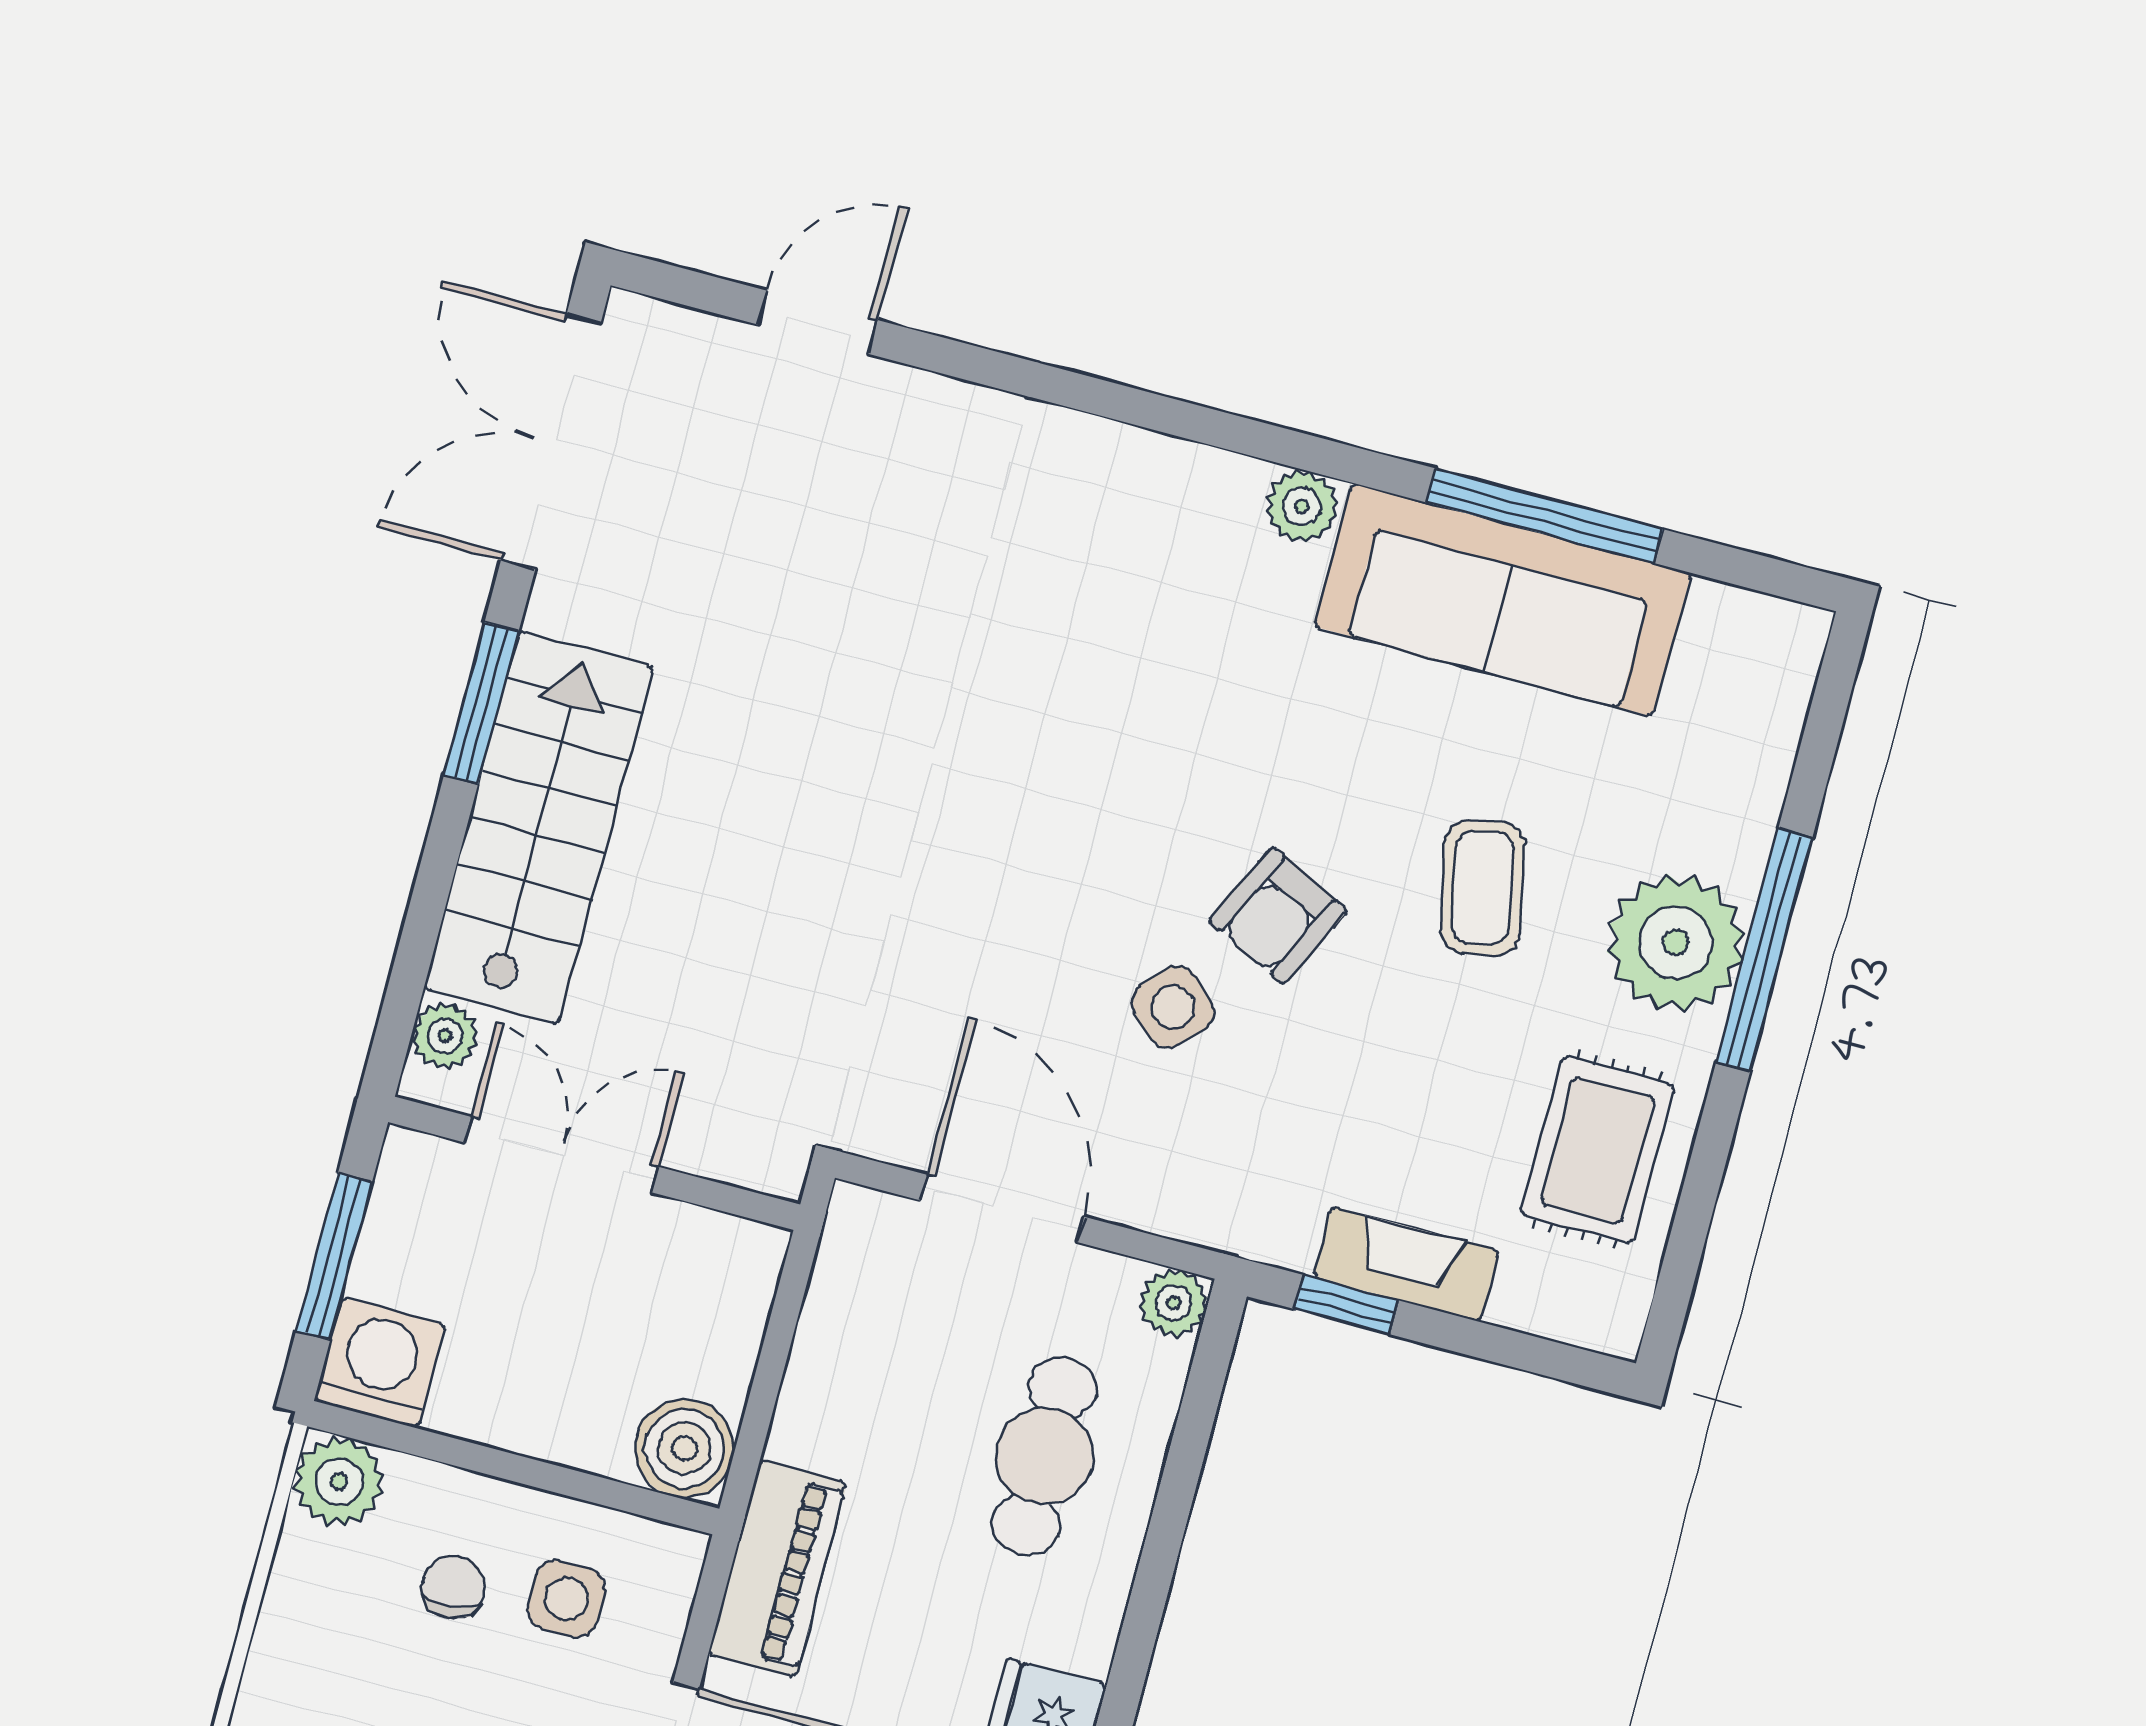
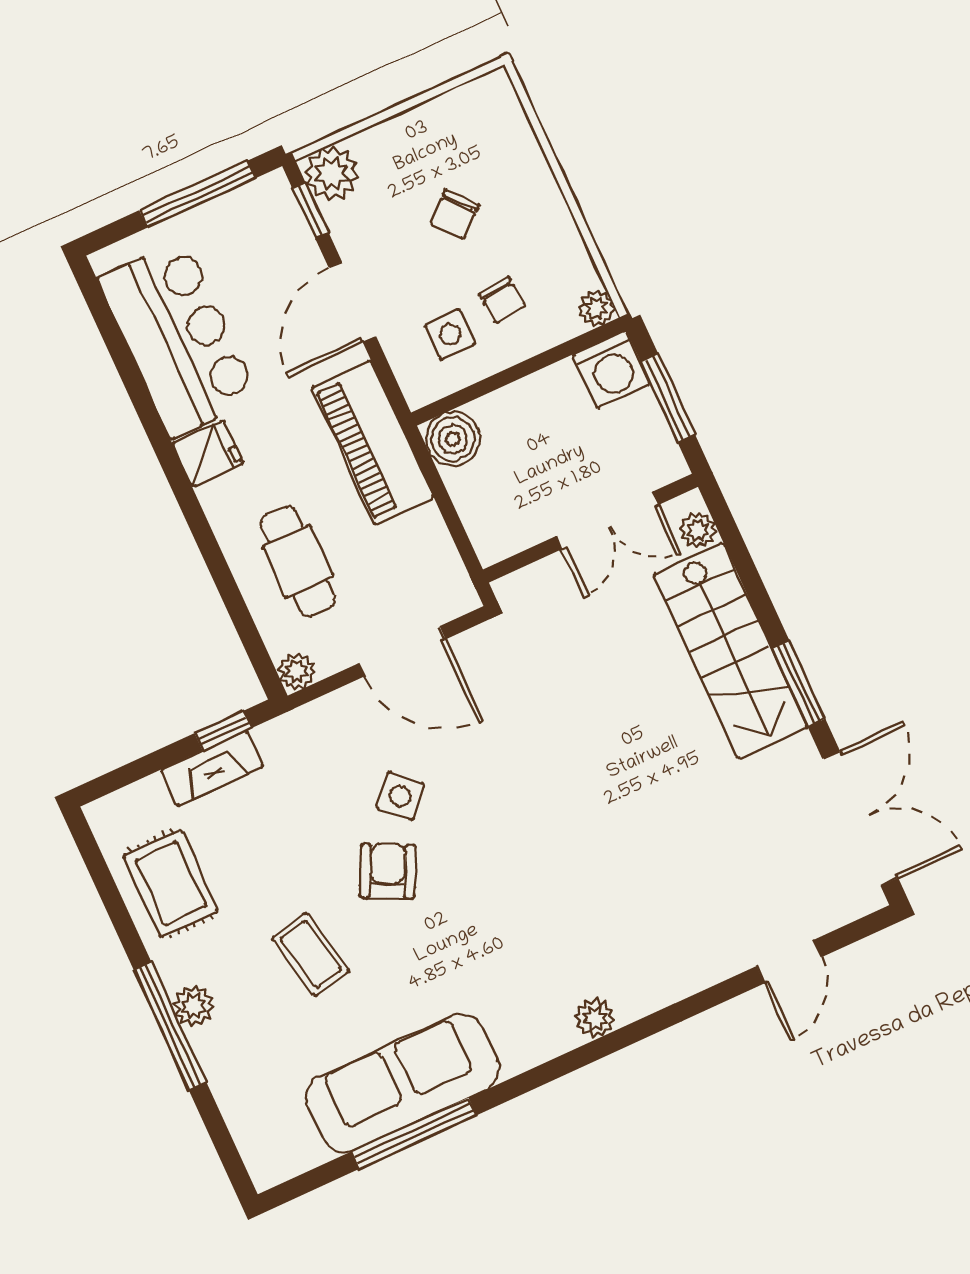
plant: (1302, 507) -> (595, 1018), moved
plant: (1676, 943) -> (194, 1006), width x0.53, depth x0.53
plant: (339, 1482) -> (596, 308), width x0.73, depth x0.73
piano: (778, 1569) -> (373, 443), width x1.37, depth x1.33

